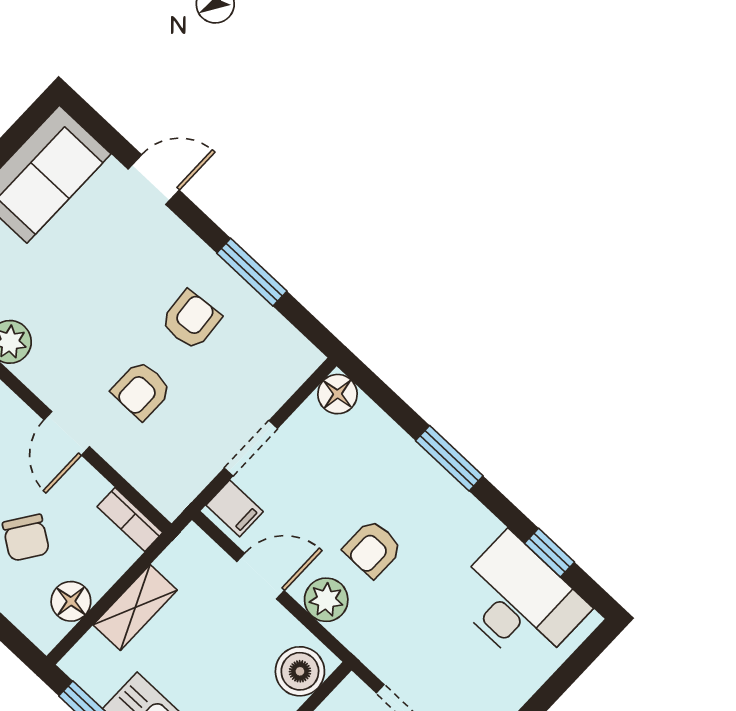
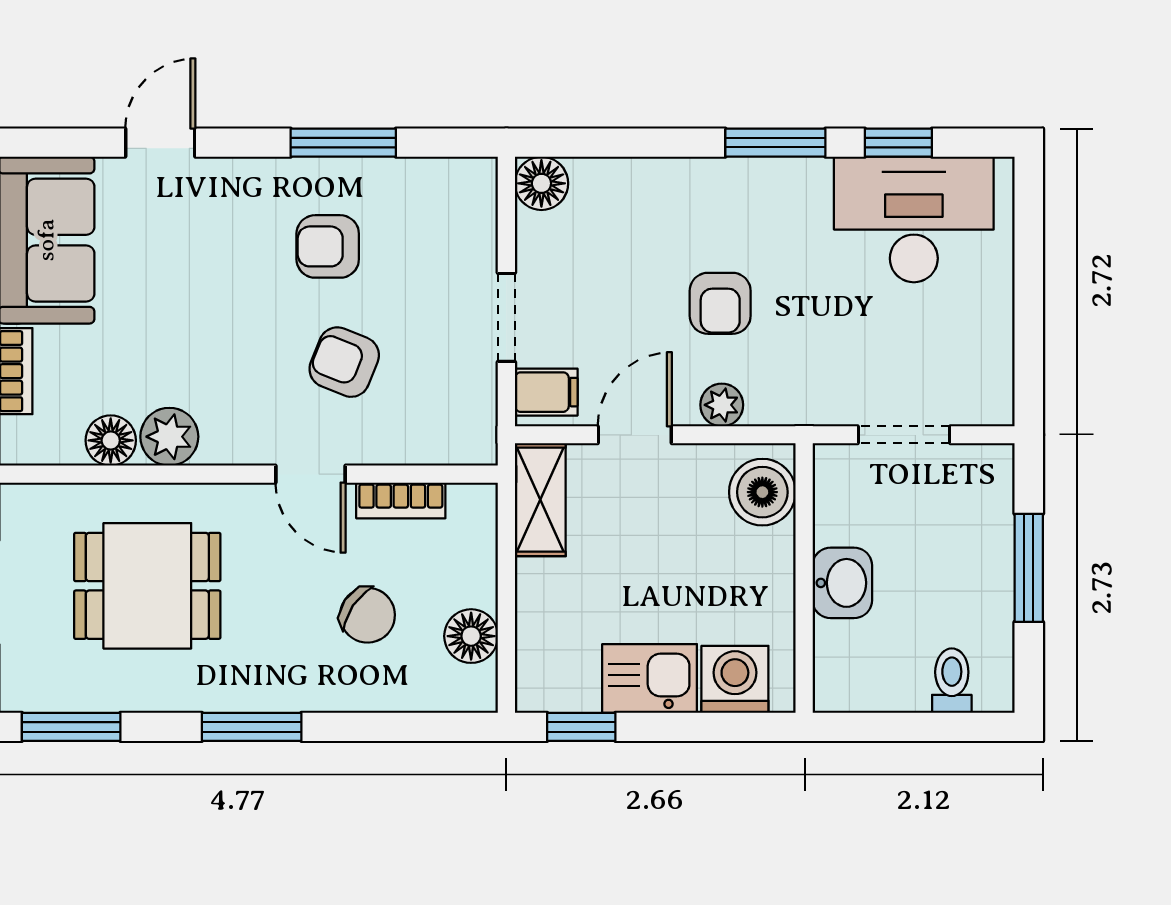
armchair: (191, 320) -> (328, 246), turned -85
armchair: (141, 390) -> (344, 362), turned 112
window: (449, 458) -> (775, 143), moved
bookcase: (130, 520) -> (401, 500), moved
plant: (326, 600) -> (722, 405), width x0.73, depth x0.73
shelving: (135, 607) -> (540, 500), moved

